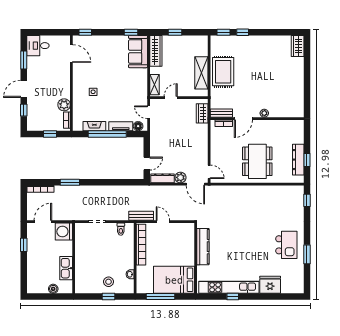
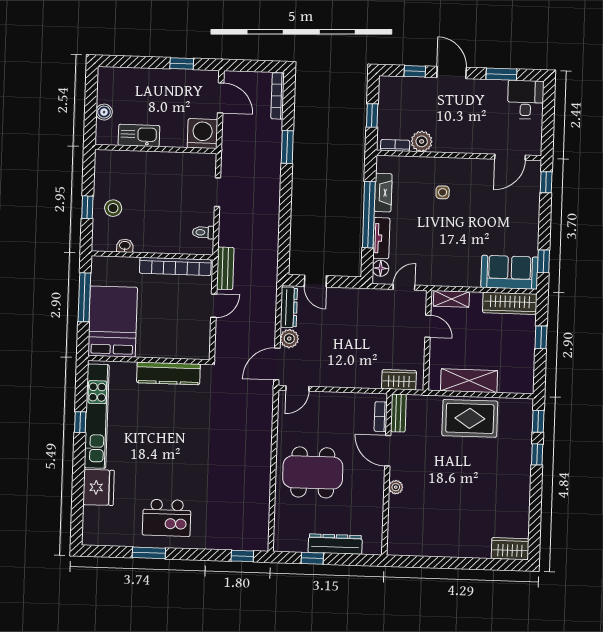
dresser: (298, 160) -> (335, 544), moved

